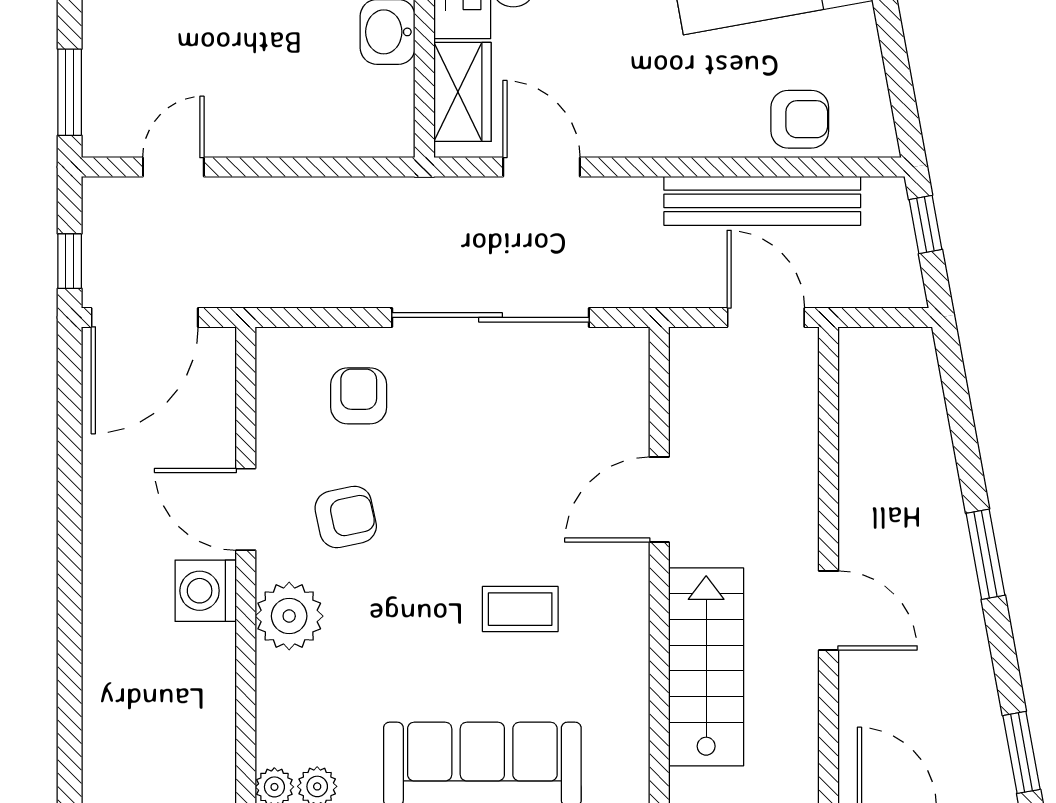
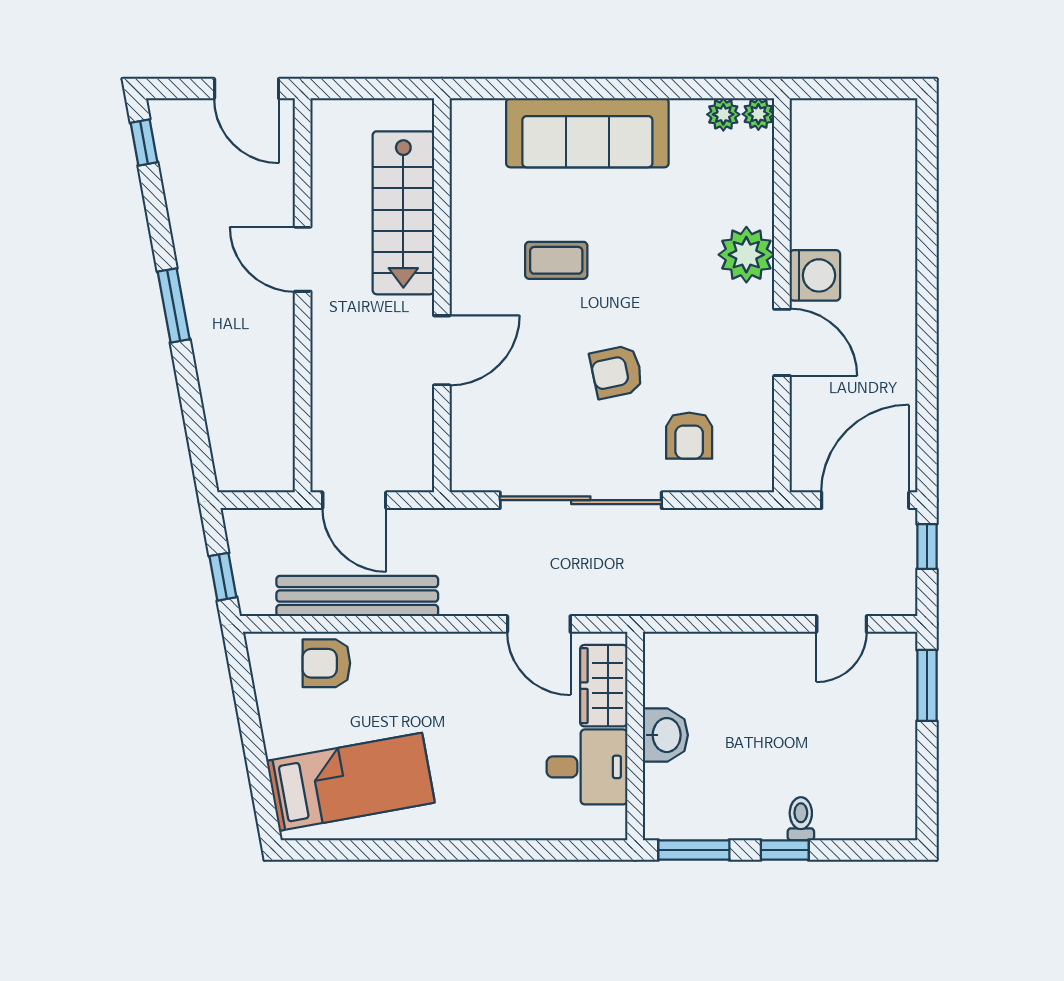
armchair: (346, 517) -> (616, 372), moved
window: (1022, 752) -> (144, 142), width x0.67

